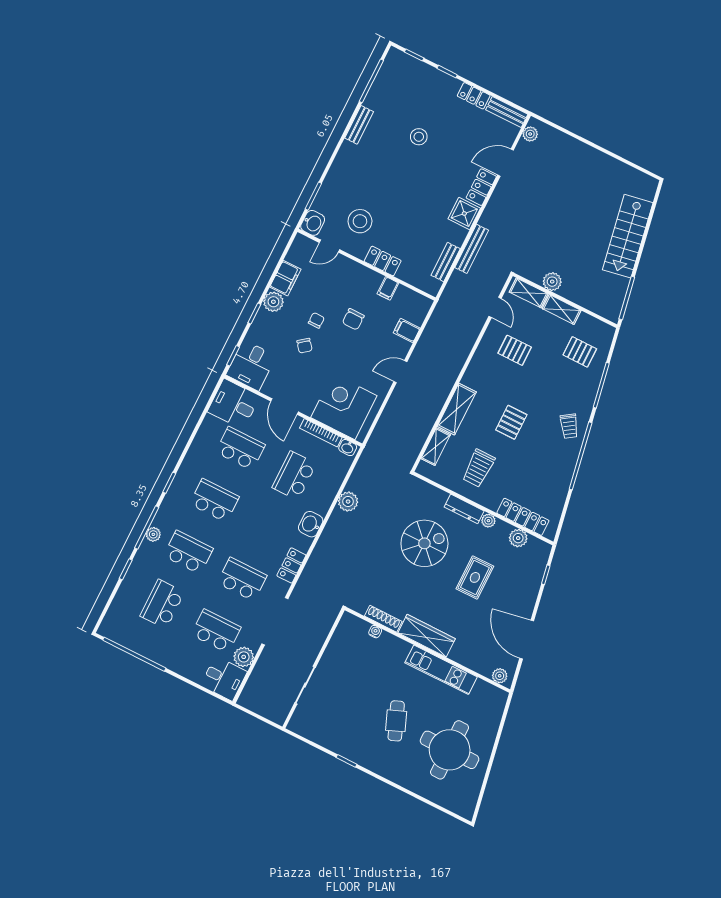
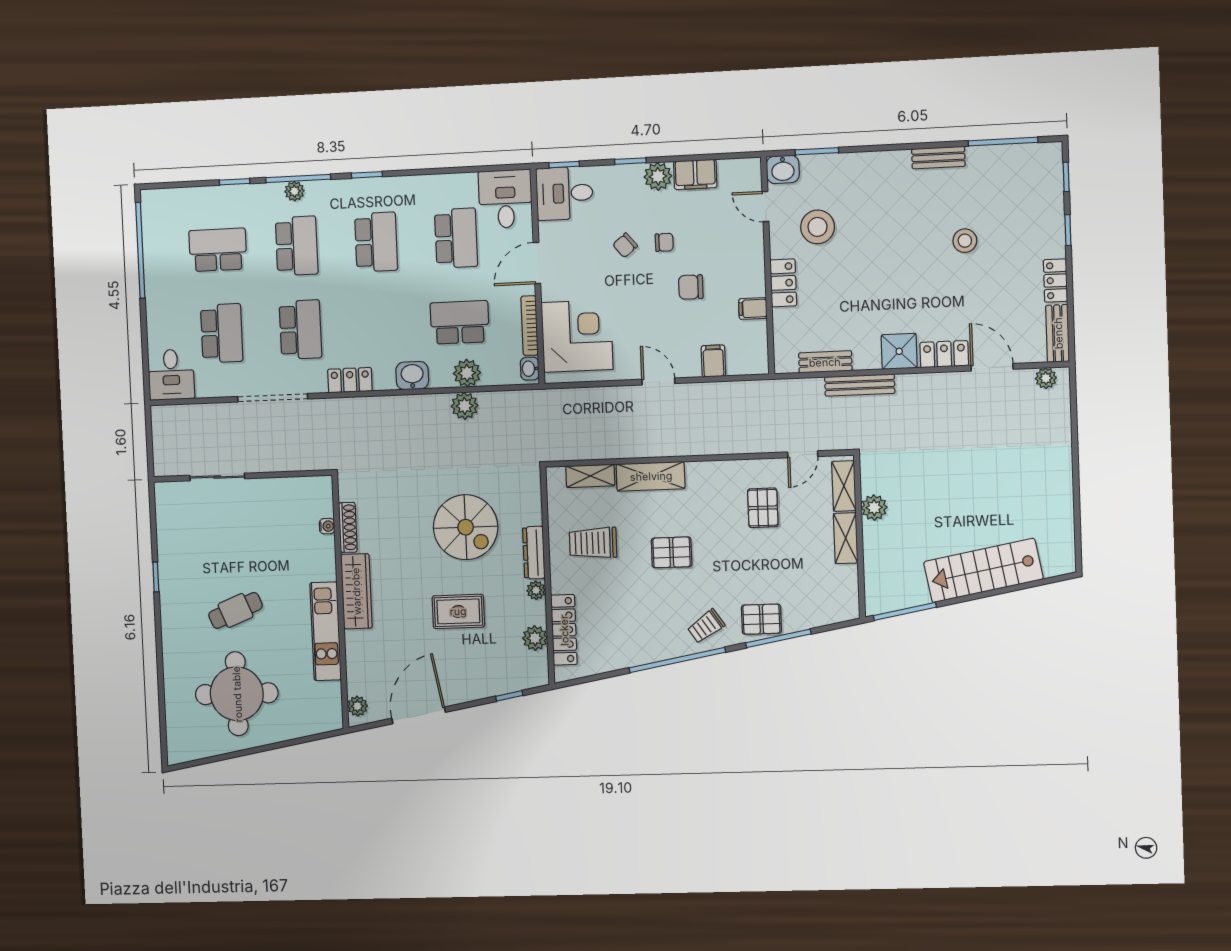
pallet: (580, 352) -> (761, 619), moved, turned 90
plant: (244, 657) -> (467, 373), moved

